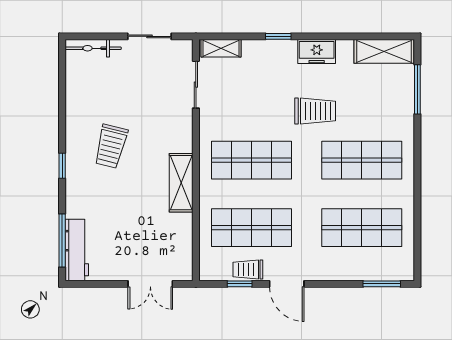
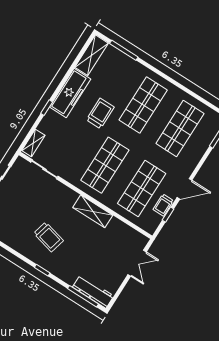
freezer: (317, 52) -> (70, 93), width x1.91, depth x1.26

